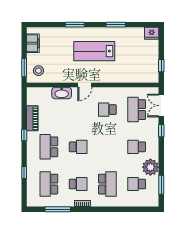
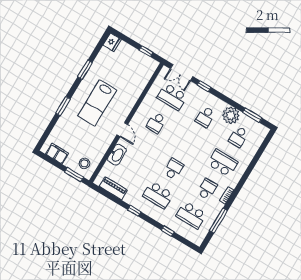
piano: (32, 118) -> (113, 188), moved

